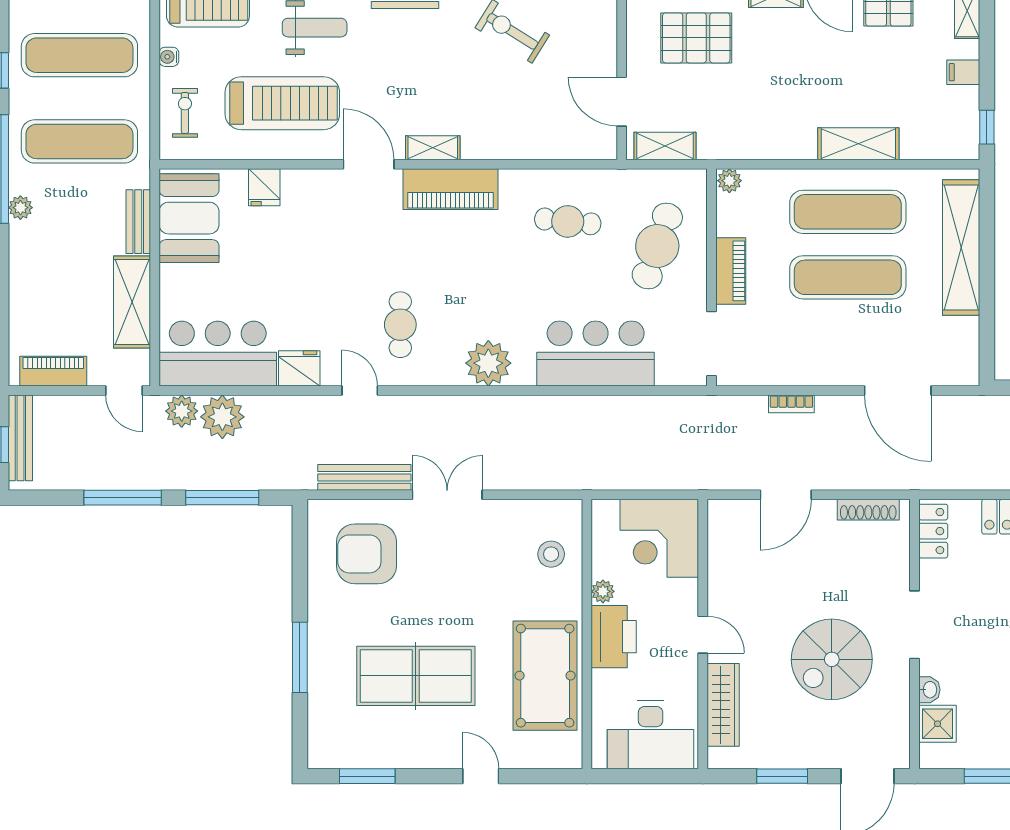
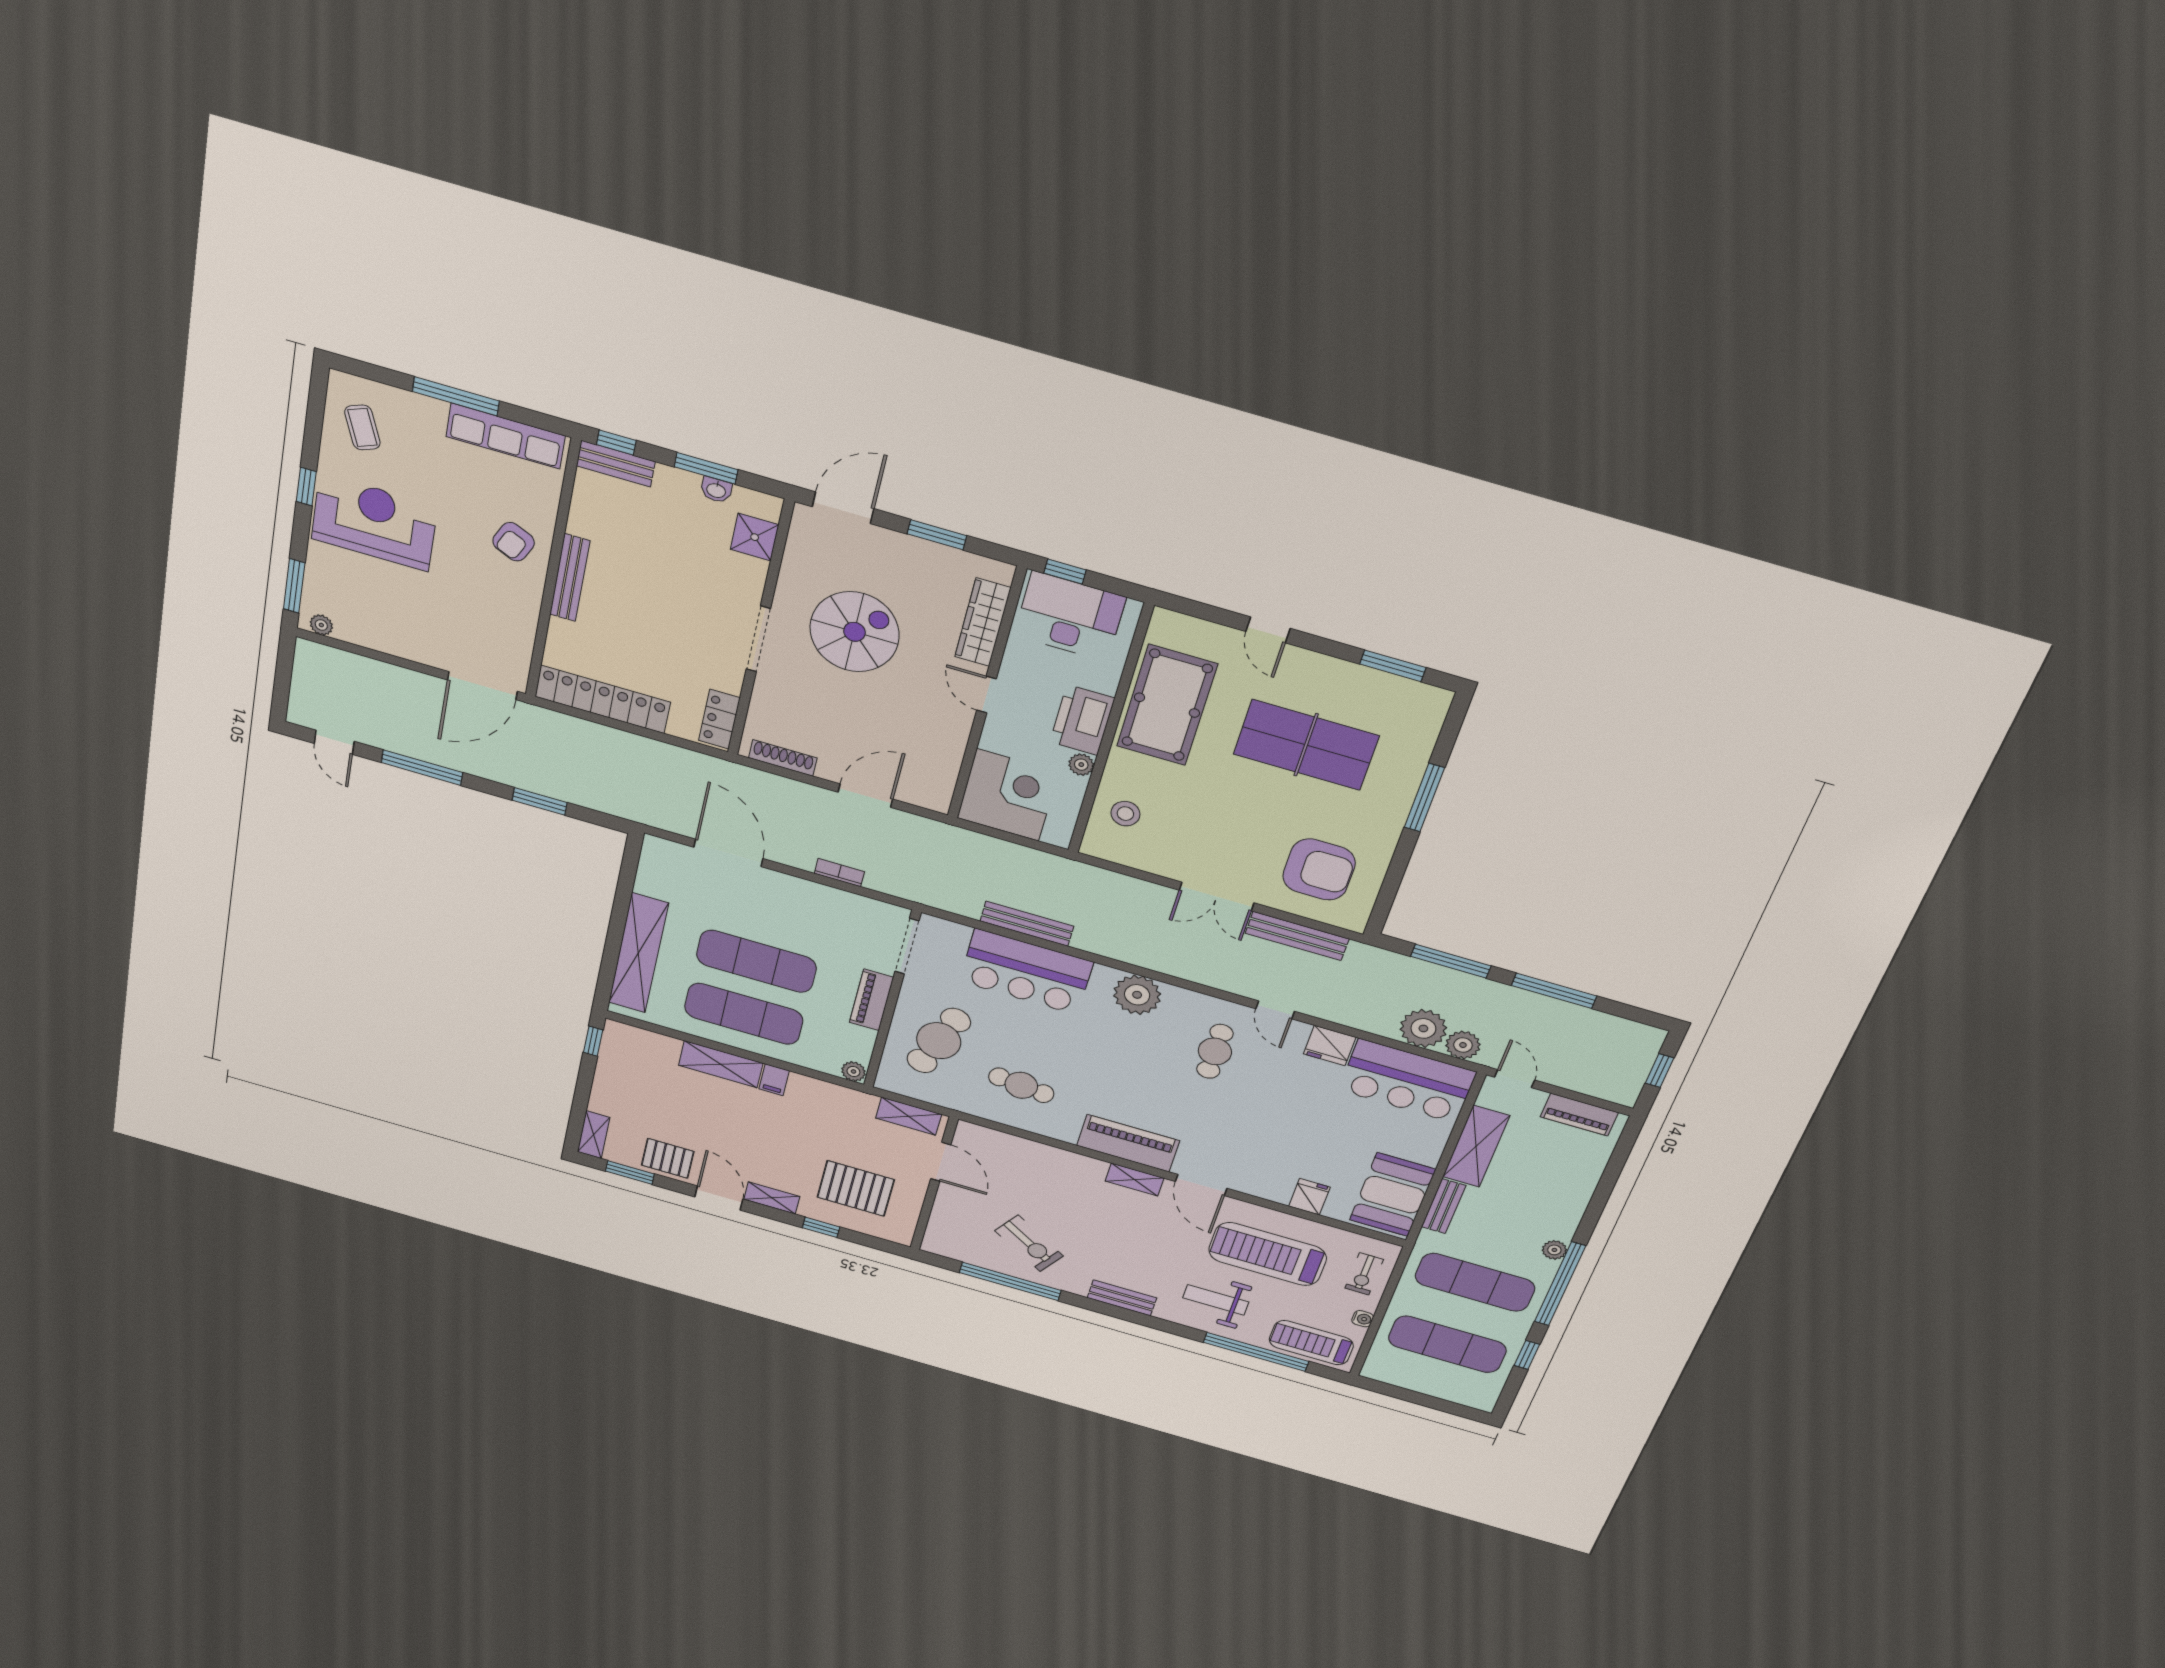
filing cabinet: (963, 72) -> (774, 1080), moved, turned 90
bench: (20, 438) -> (1027, 924), moved, turned 90
washbasin: (929, 690) -> (716, 490), moved, turned -90
window: (666, 776) -> (1065, 572), added

